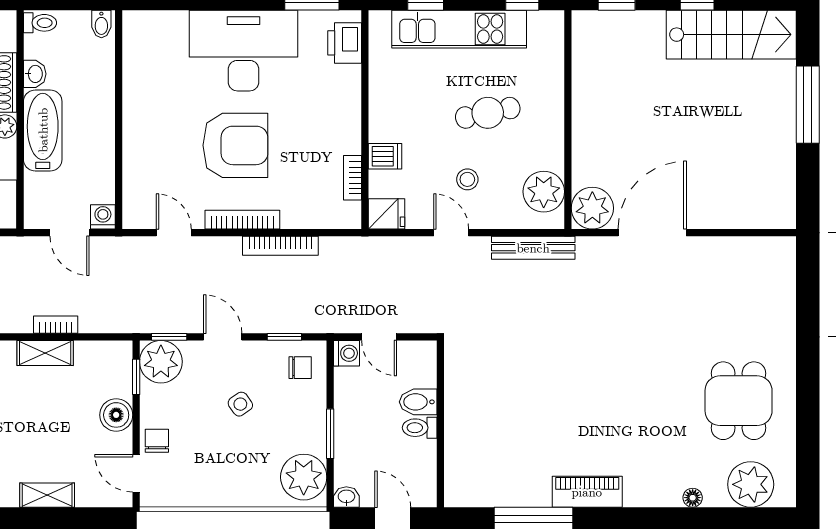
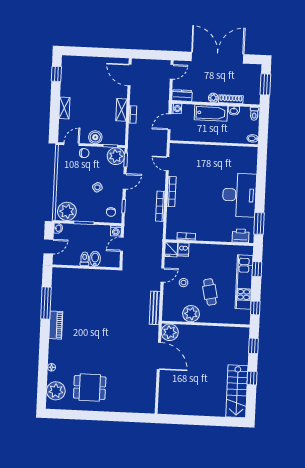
window: (808, 105) -> (207, 421), removed
armchair: (235, 145) -> (201, 190), removed
dishwasher: (385, 156) -> (183, 249), moved
plant: (544, 192) -> (191, 314), moved
washing machine: (103, 217) -> (176, 109), moved
door: (174, 233) -> (168, 164), swing flipped

